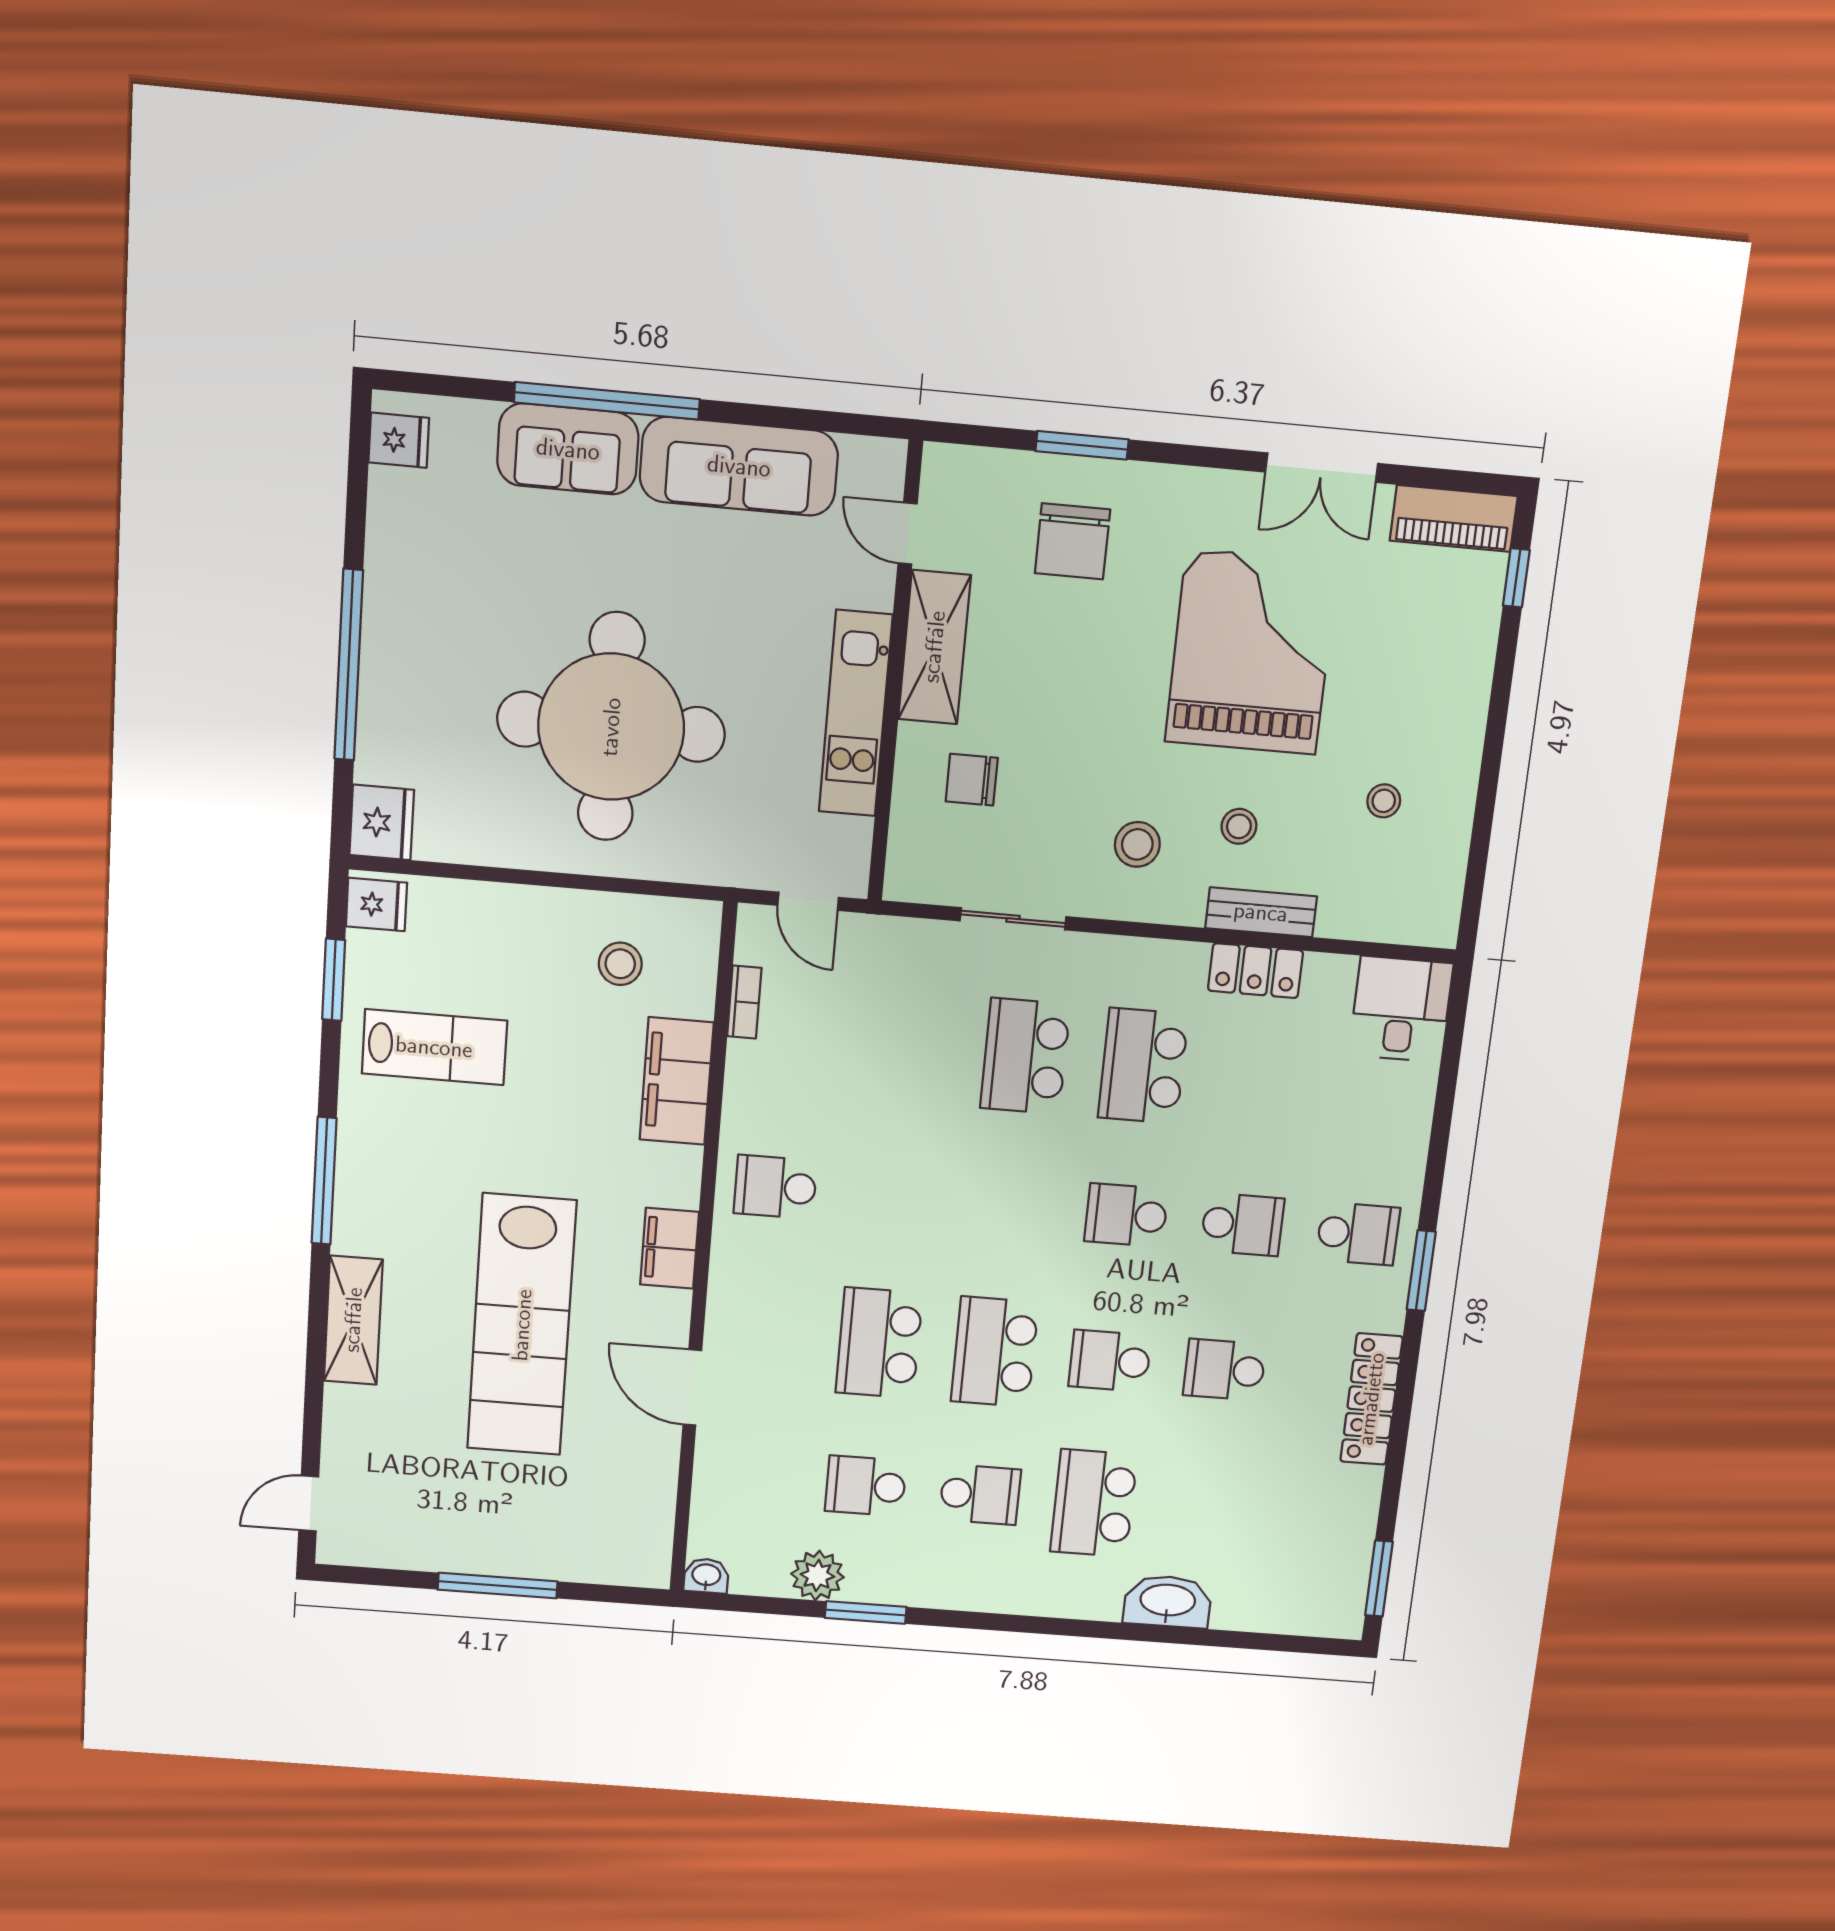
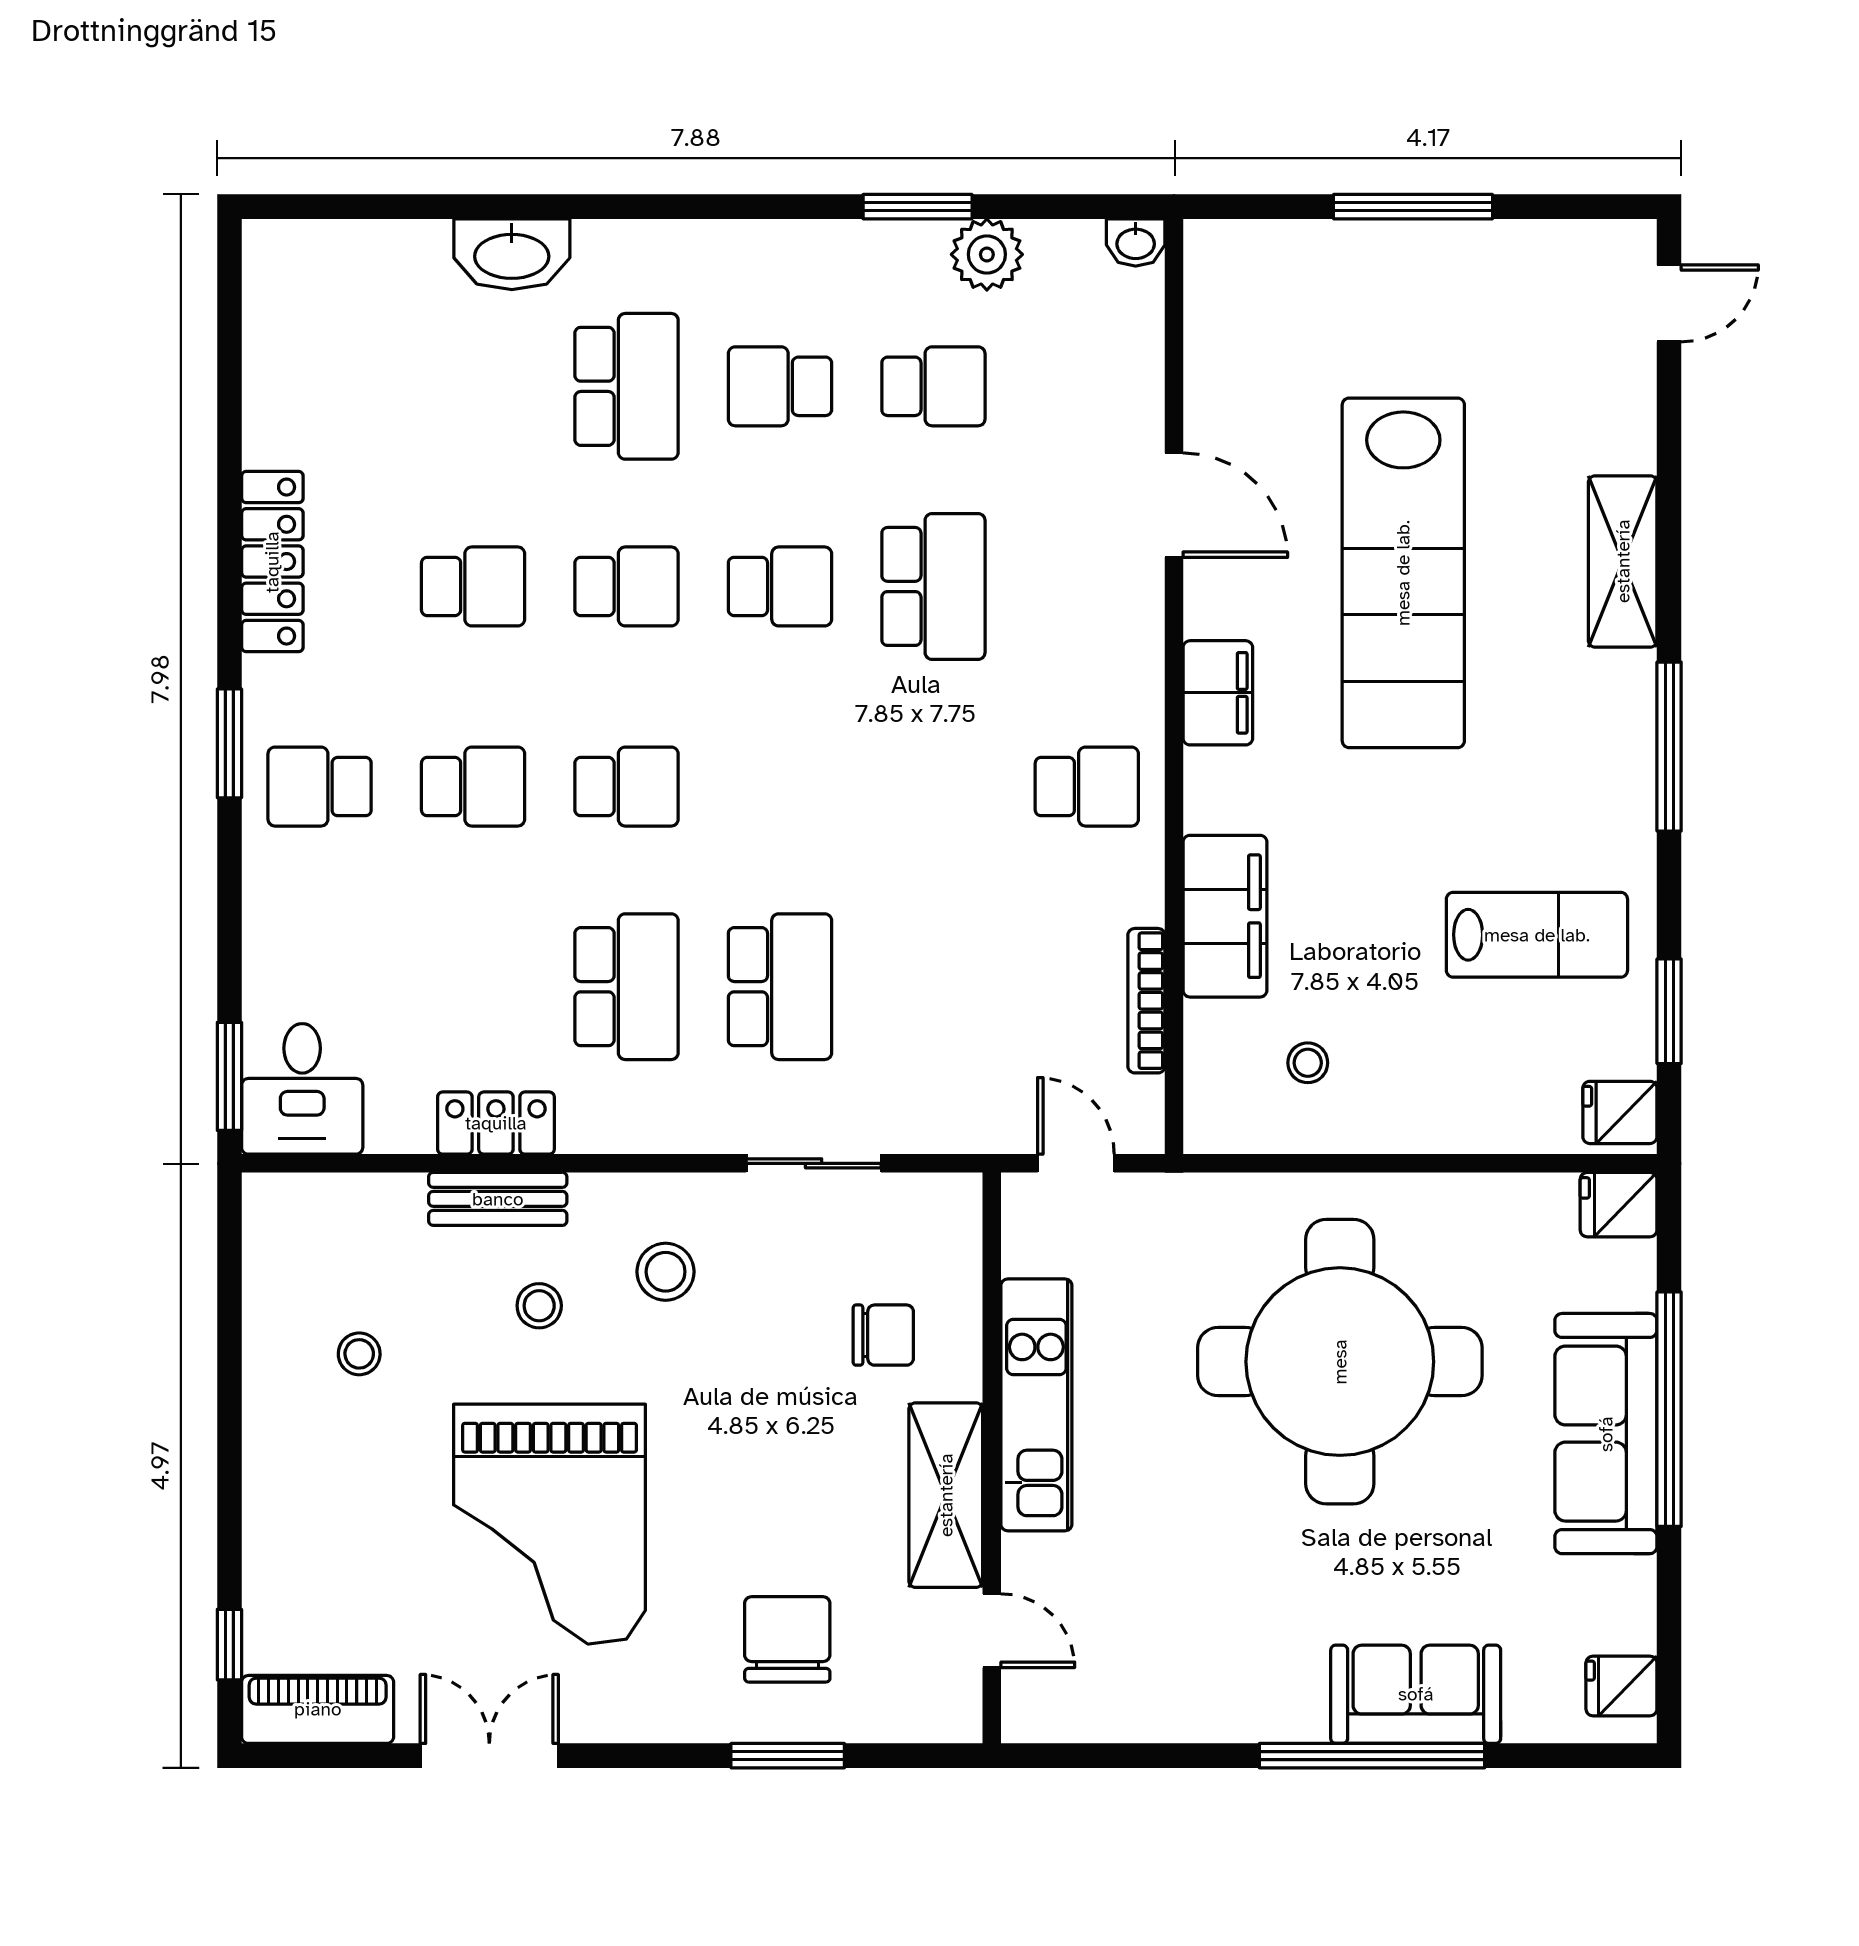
sofa: (739, 466) -> (1606, 1434), moved, turned -90
fridge: (382, 822) -> (1619, 1205), width x0.72
stool: (620, 964) -> (1308, 1063), width x0.73, depth x0.73
bookcase: (744, 1002) -> (1146, 1001), width x1.56
lab bench: (434, 1047) -> (1537, 935), turned 180
school desk: (1242, 1224) -> (473, 787), turned 180
lab bench: (522, 1325) -> (1403, 573), turned 180
school desk: (995, 1352) -> (780, 586), width x0.54
window: (1379, 1579) -> (229, 1076), moved

